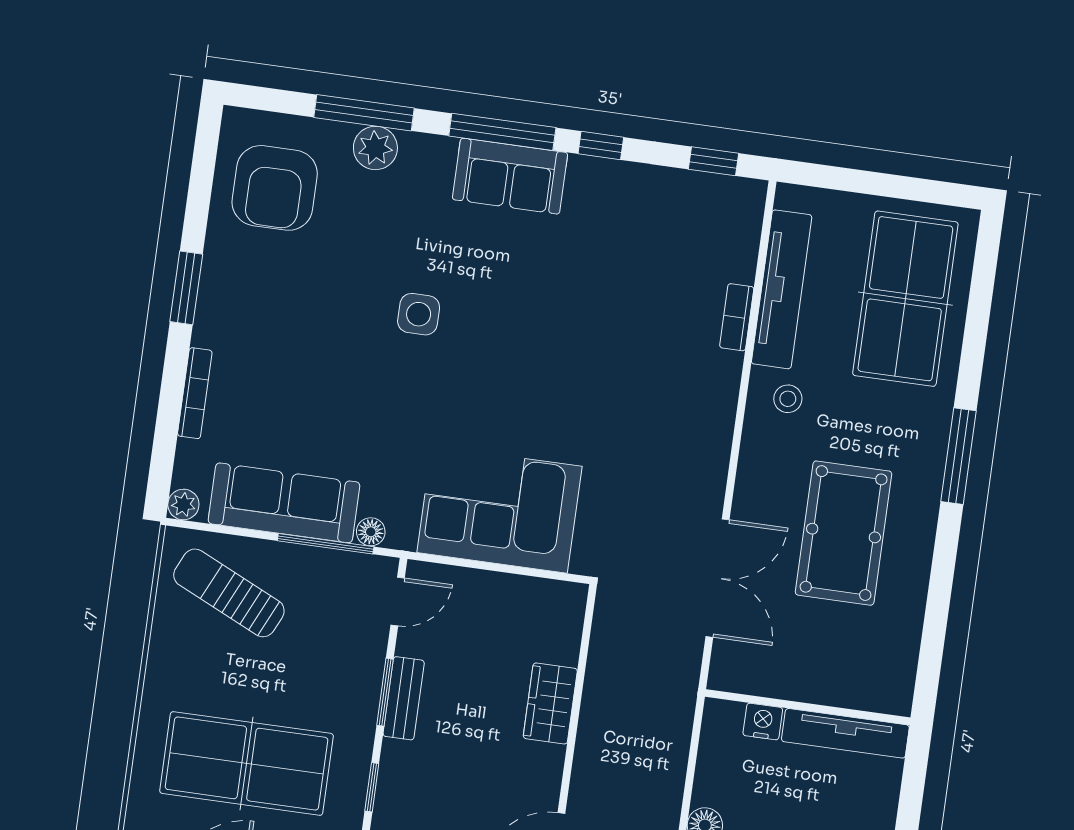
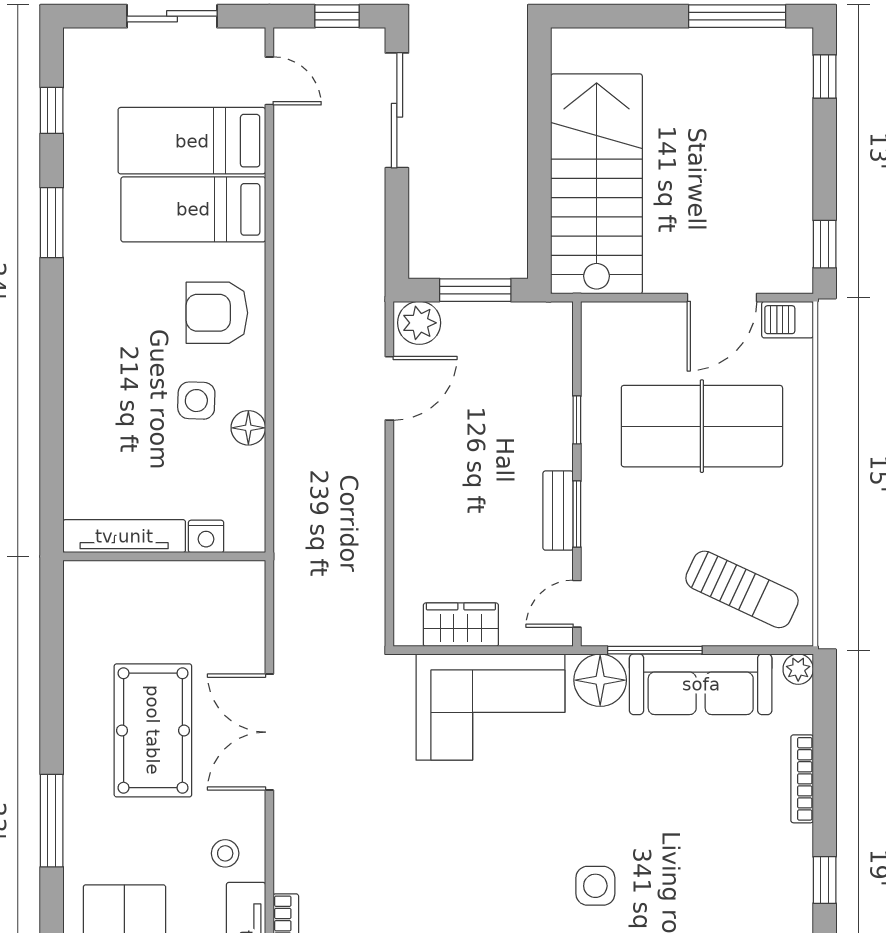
window: (186, 288) -> (825, 880), width x0.67
floor lamp: (371, 532) -> (600, 680), width x1.89, depth x1.89
double door: (718, 578) -> (269, 732), moved
wardrobe: (550, 703) -> (461, 625), moved, turned -90

